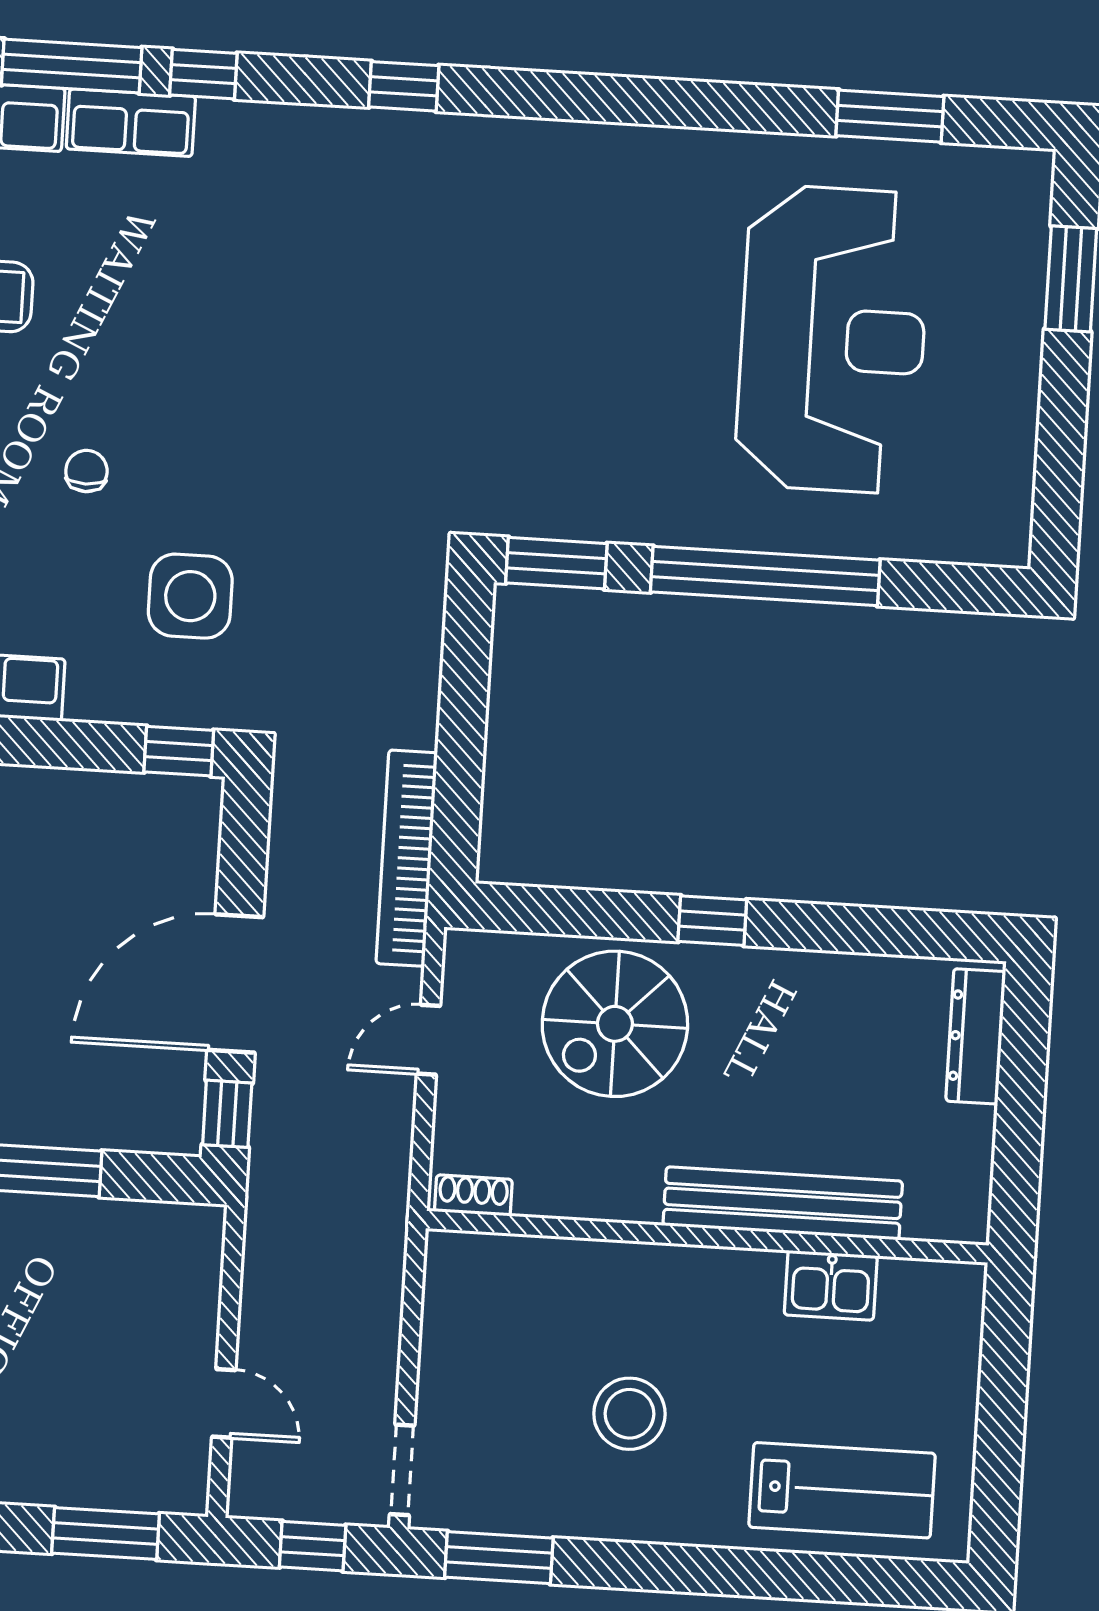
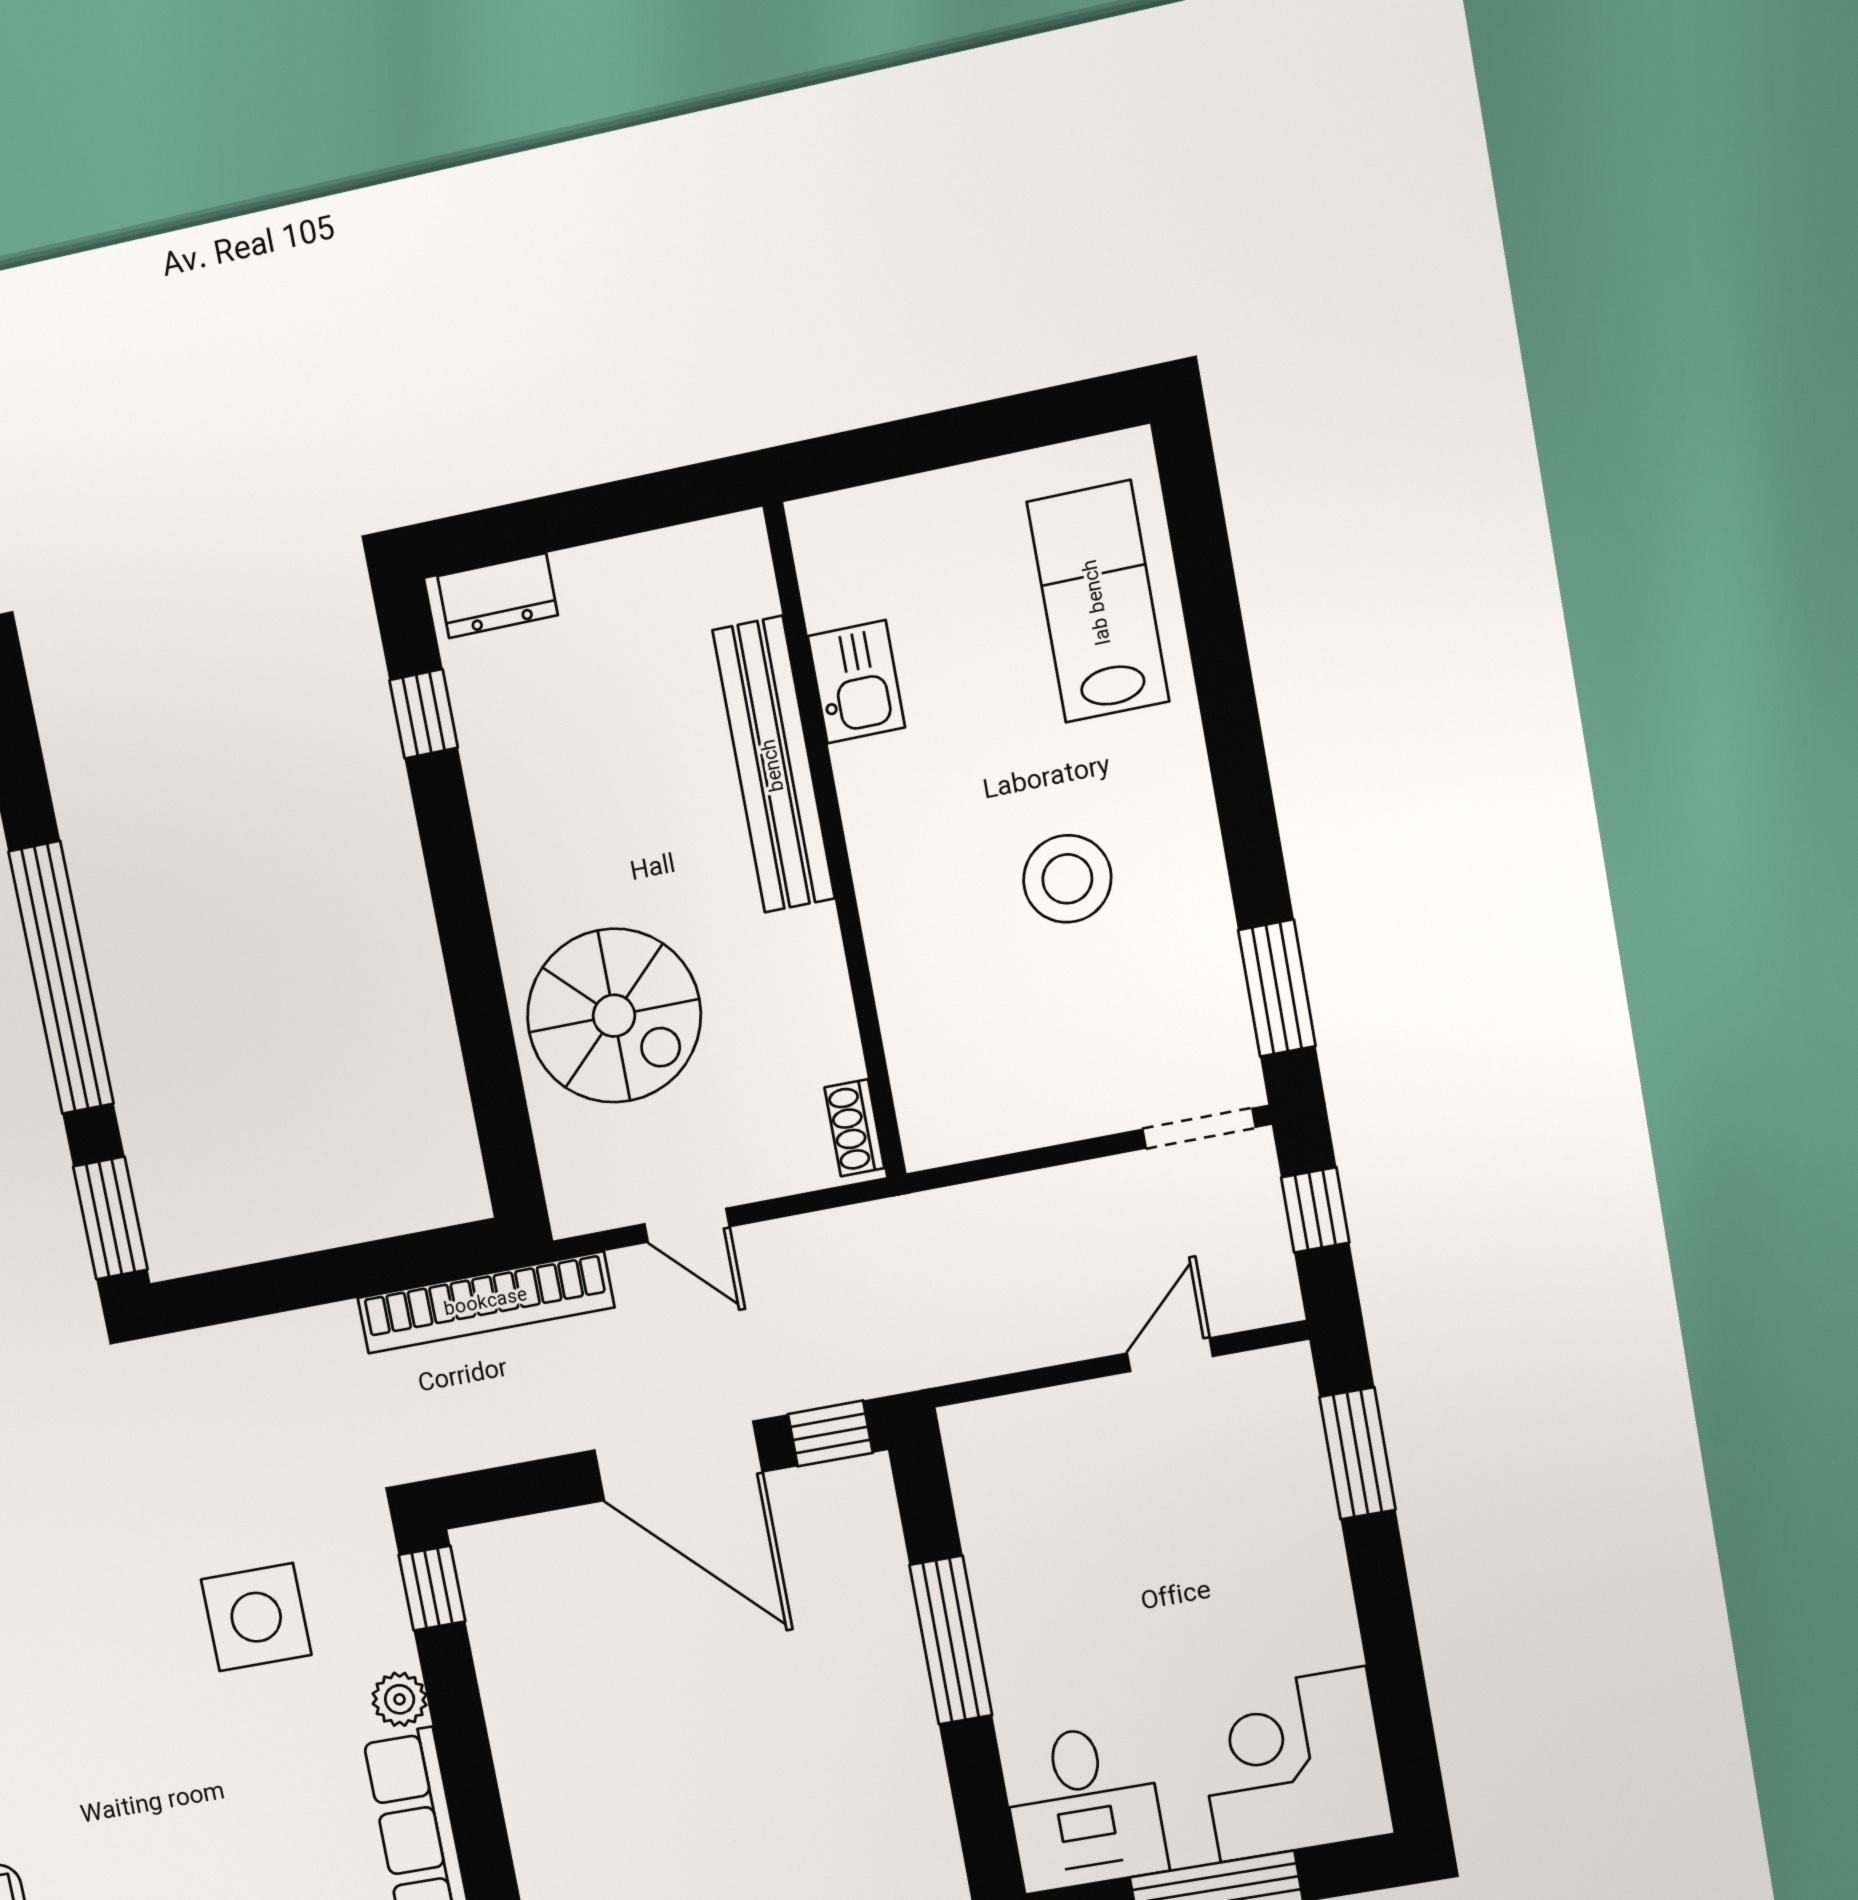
chair: (86, 471) -> (149, 1764), removed
plant: (91, 699) -> (400, 1699), added
window: (712, 921) -> (424, 714), moved
dresser: (976, 1036) -> (498, 596), width x0.70

